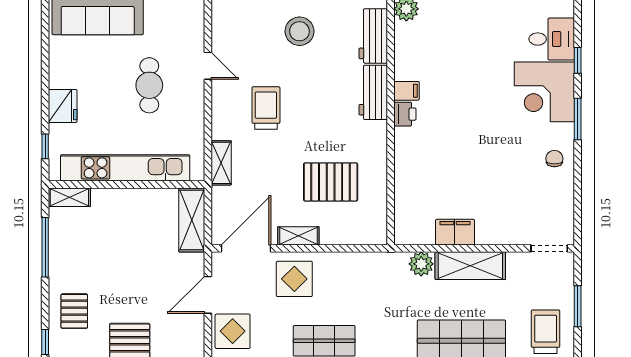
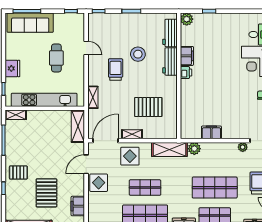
stool: (299, 31) -> (138, 54), moved
filing cabinet: (407, 91) -> (187, 56), width x2.00
plant: (517, 261) -> (243, 147), added
shelving: (470, 266) -> (169, 149), moved
pallet: (74, 311) -> (18, 173), turned 90

